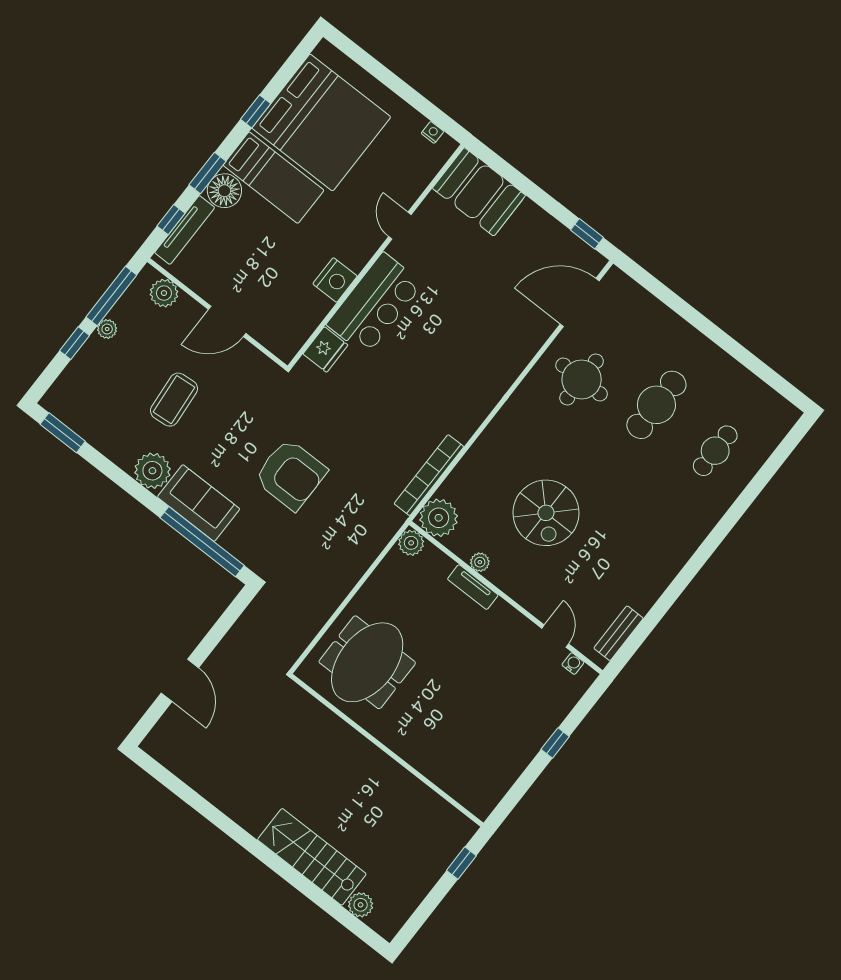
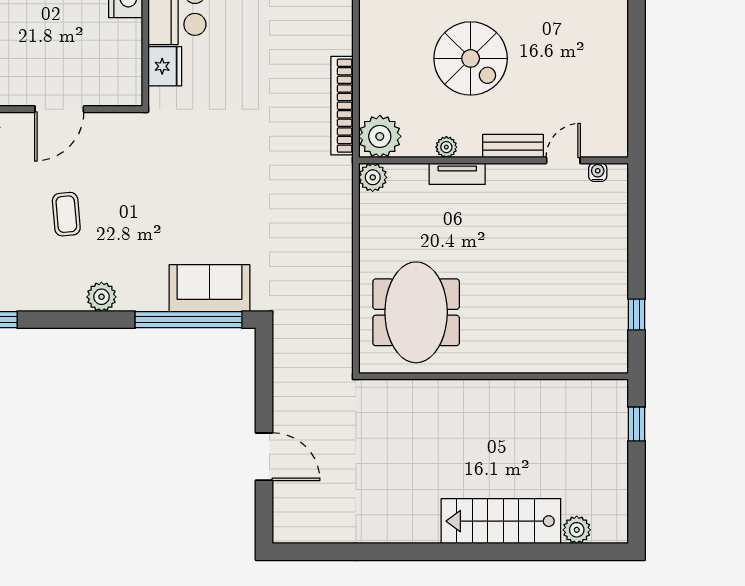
coffee table: (174, 400) -> (66, 214), width x0.73, depth x0.77
plant: (152, 471) -> (101, 297), width x0.73, depth x0.73
armchair: (291, 474) -> (220, 200), removed
sofa: (199, 503) -> (209, 288), moved
bench: (618, 633) -> (513, 146), moved, turned 90
door: (555, 636) -> (563, 160), hinge flipped
window: (555, 743) -> (637, 314), moved

